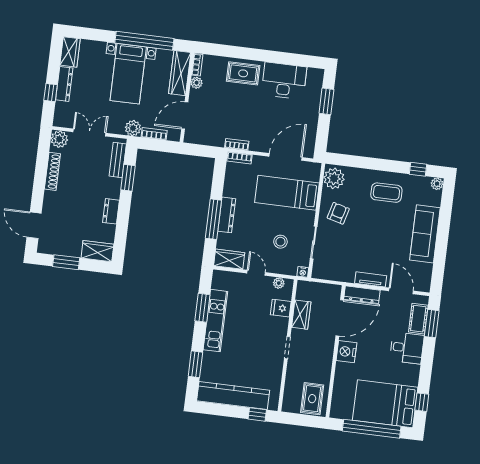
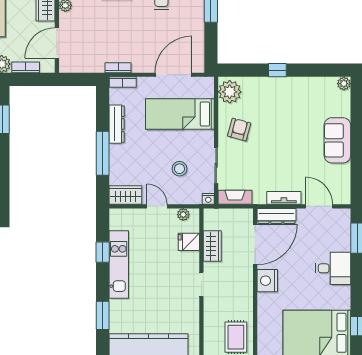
window: (418, 169) -> (277, 70), moved
coffee table: (386, 193) -> (289, 100), removed
dresser: (227, 215) -> (117, 124), moved
sofa: (425, 234) -> (337, 140), width x0.73
fireplace: (327, 273) -> (235, 197), added
window: (202, 308) -> (103, 252), width x0.67
cot: (418, 319) -> (342, 235), removed

